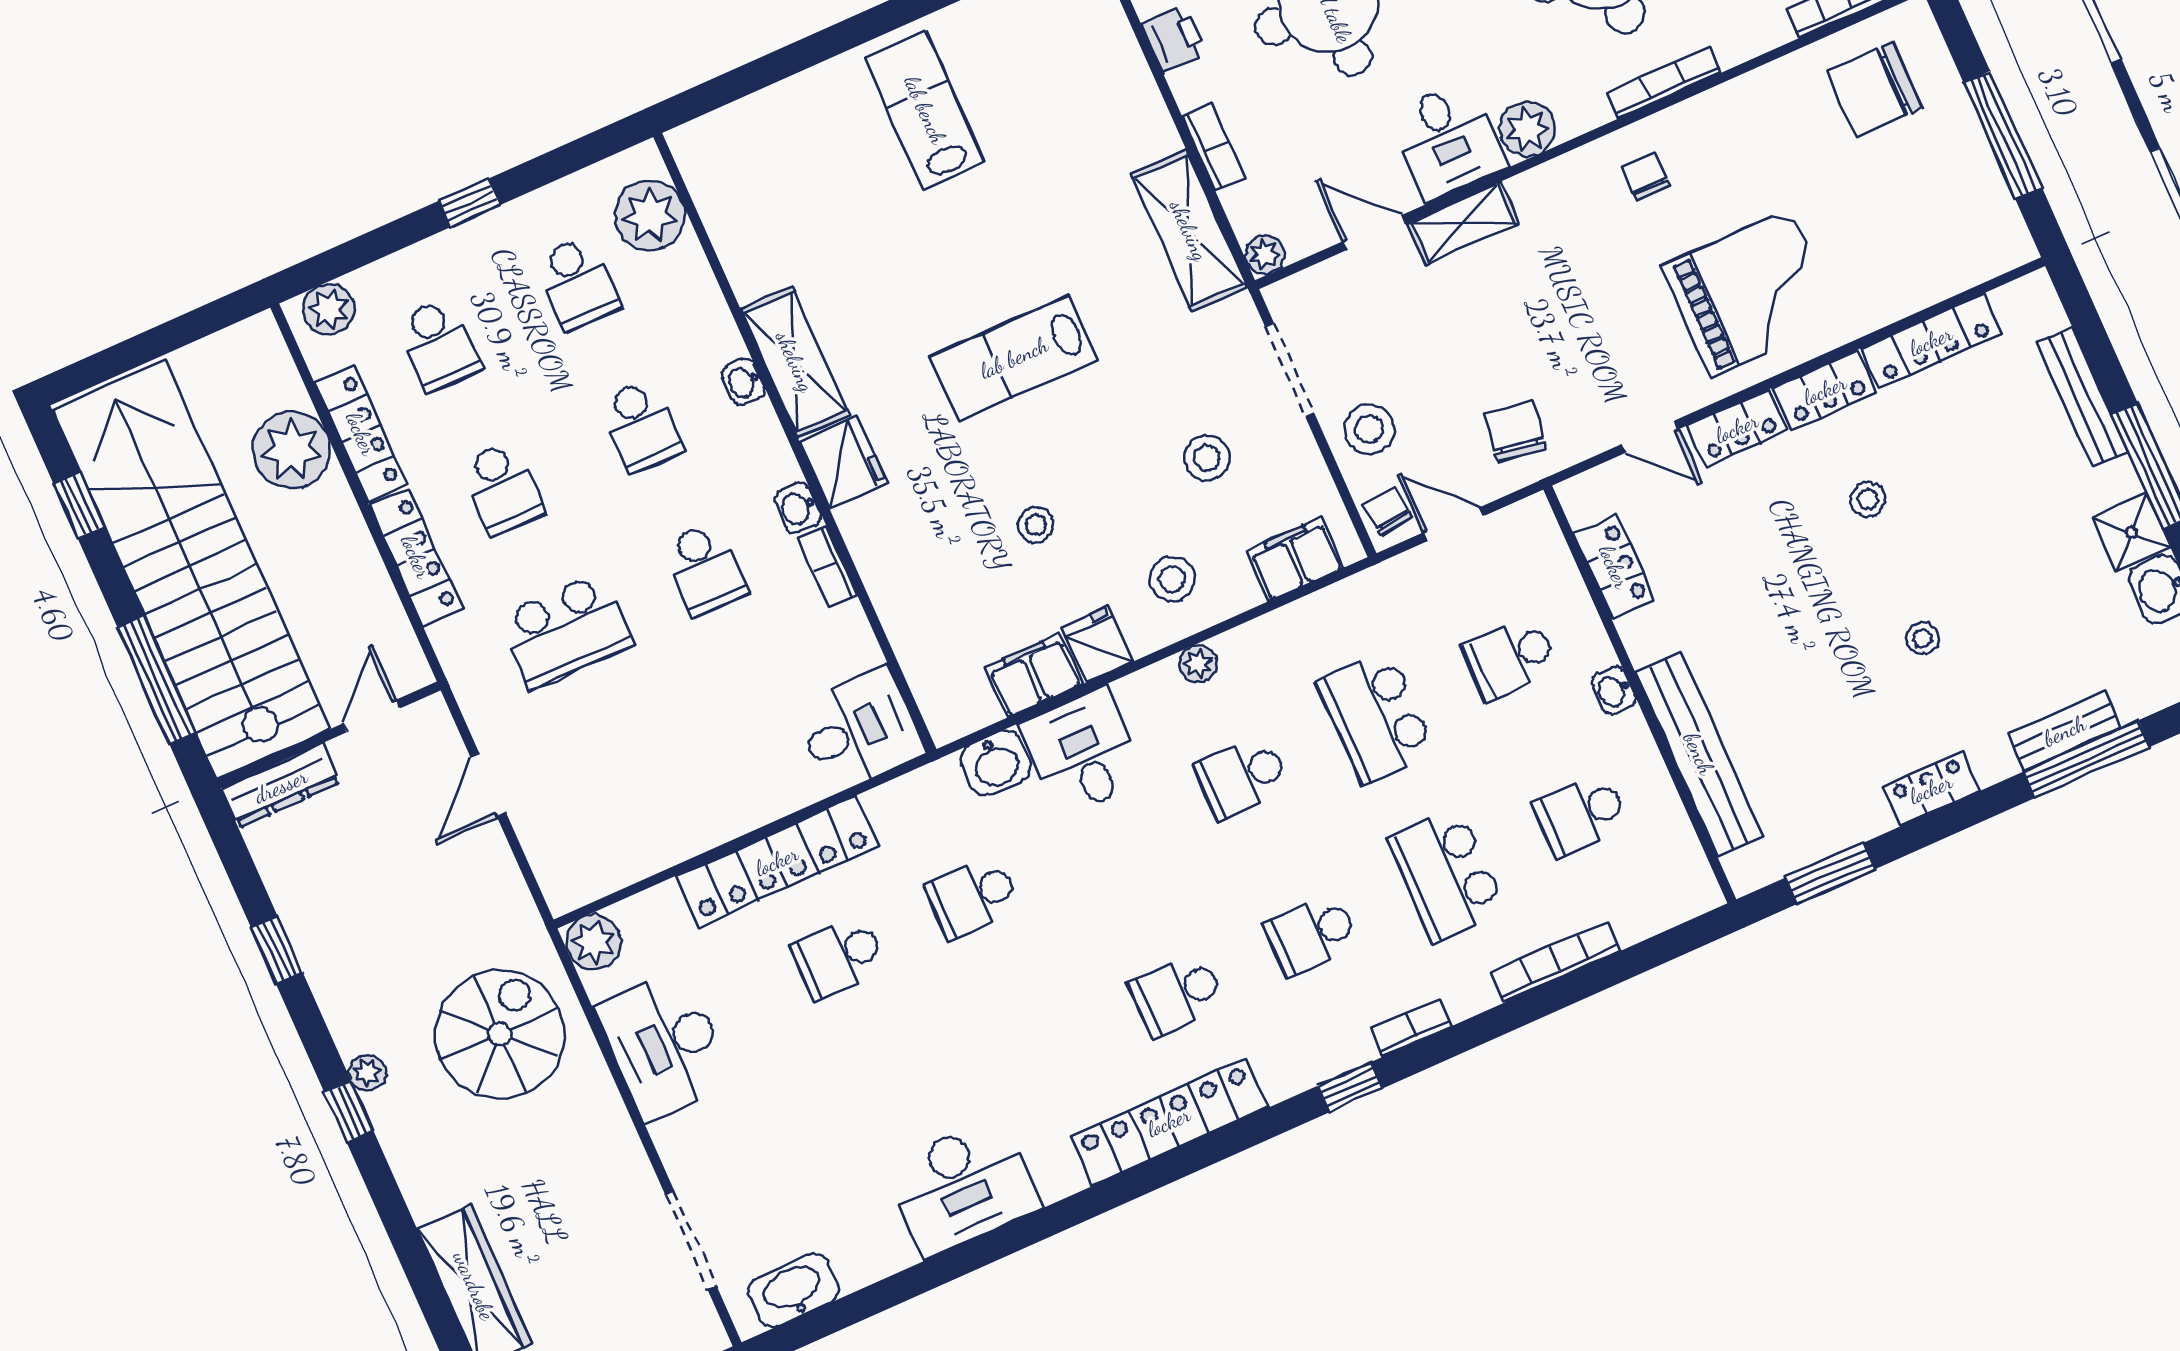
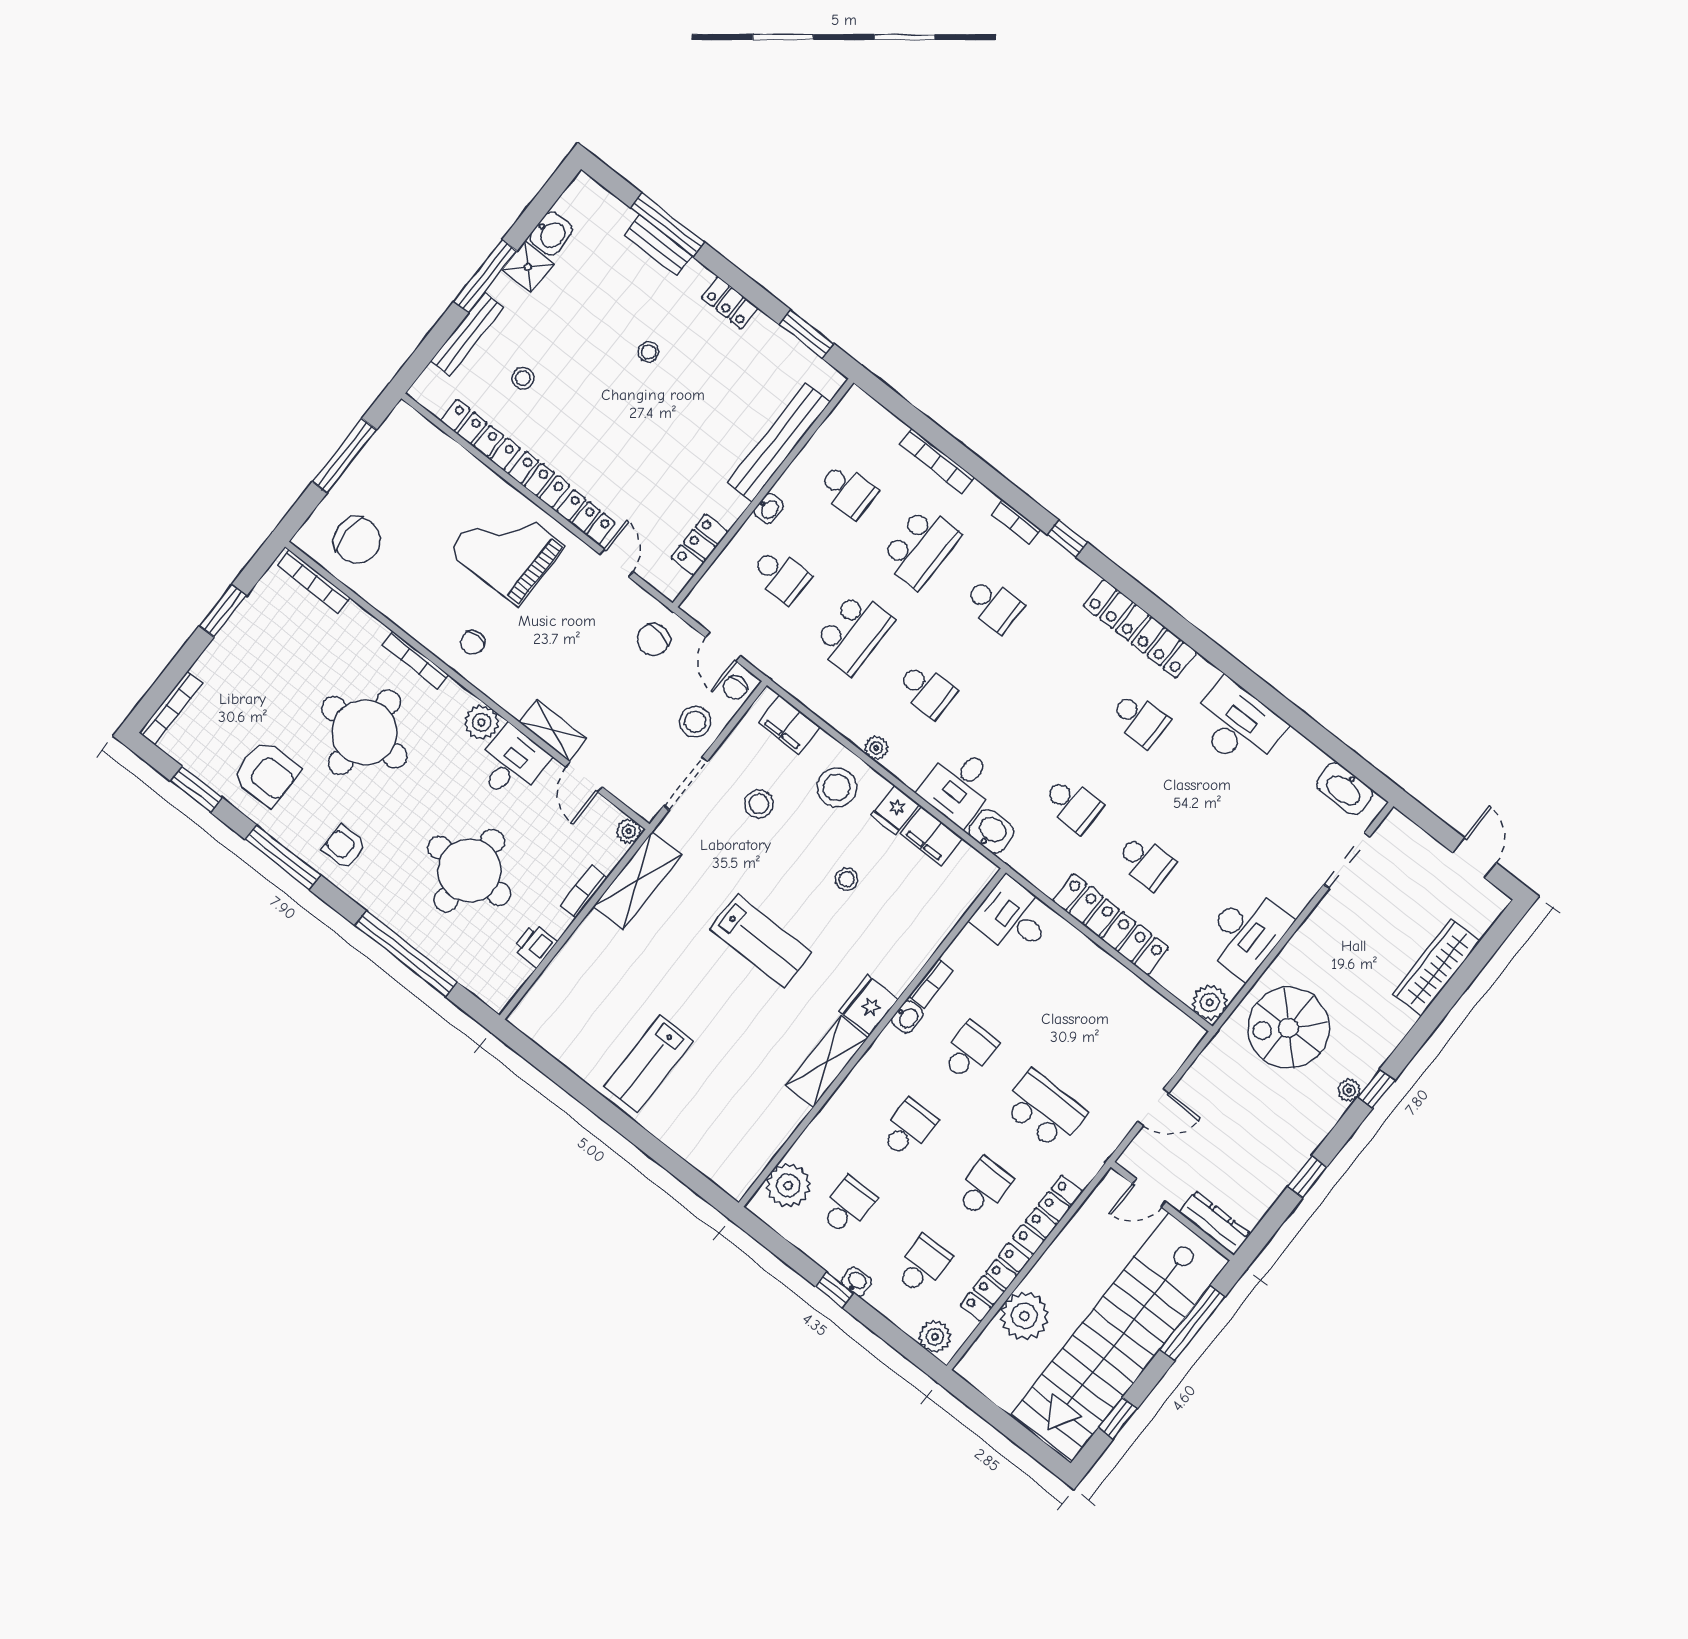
washbasin: (743, 382) -> (857, 1282), moved, turned -90
stool: (1868, 499) -> (523, 378), moved
stool: (1172, 579) -> (837, 787), width x1.38, depth x1.38
school desk: (1177, 994) -> (1140, 719), moved

